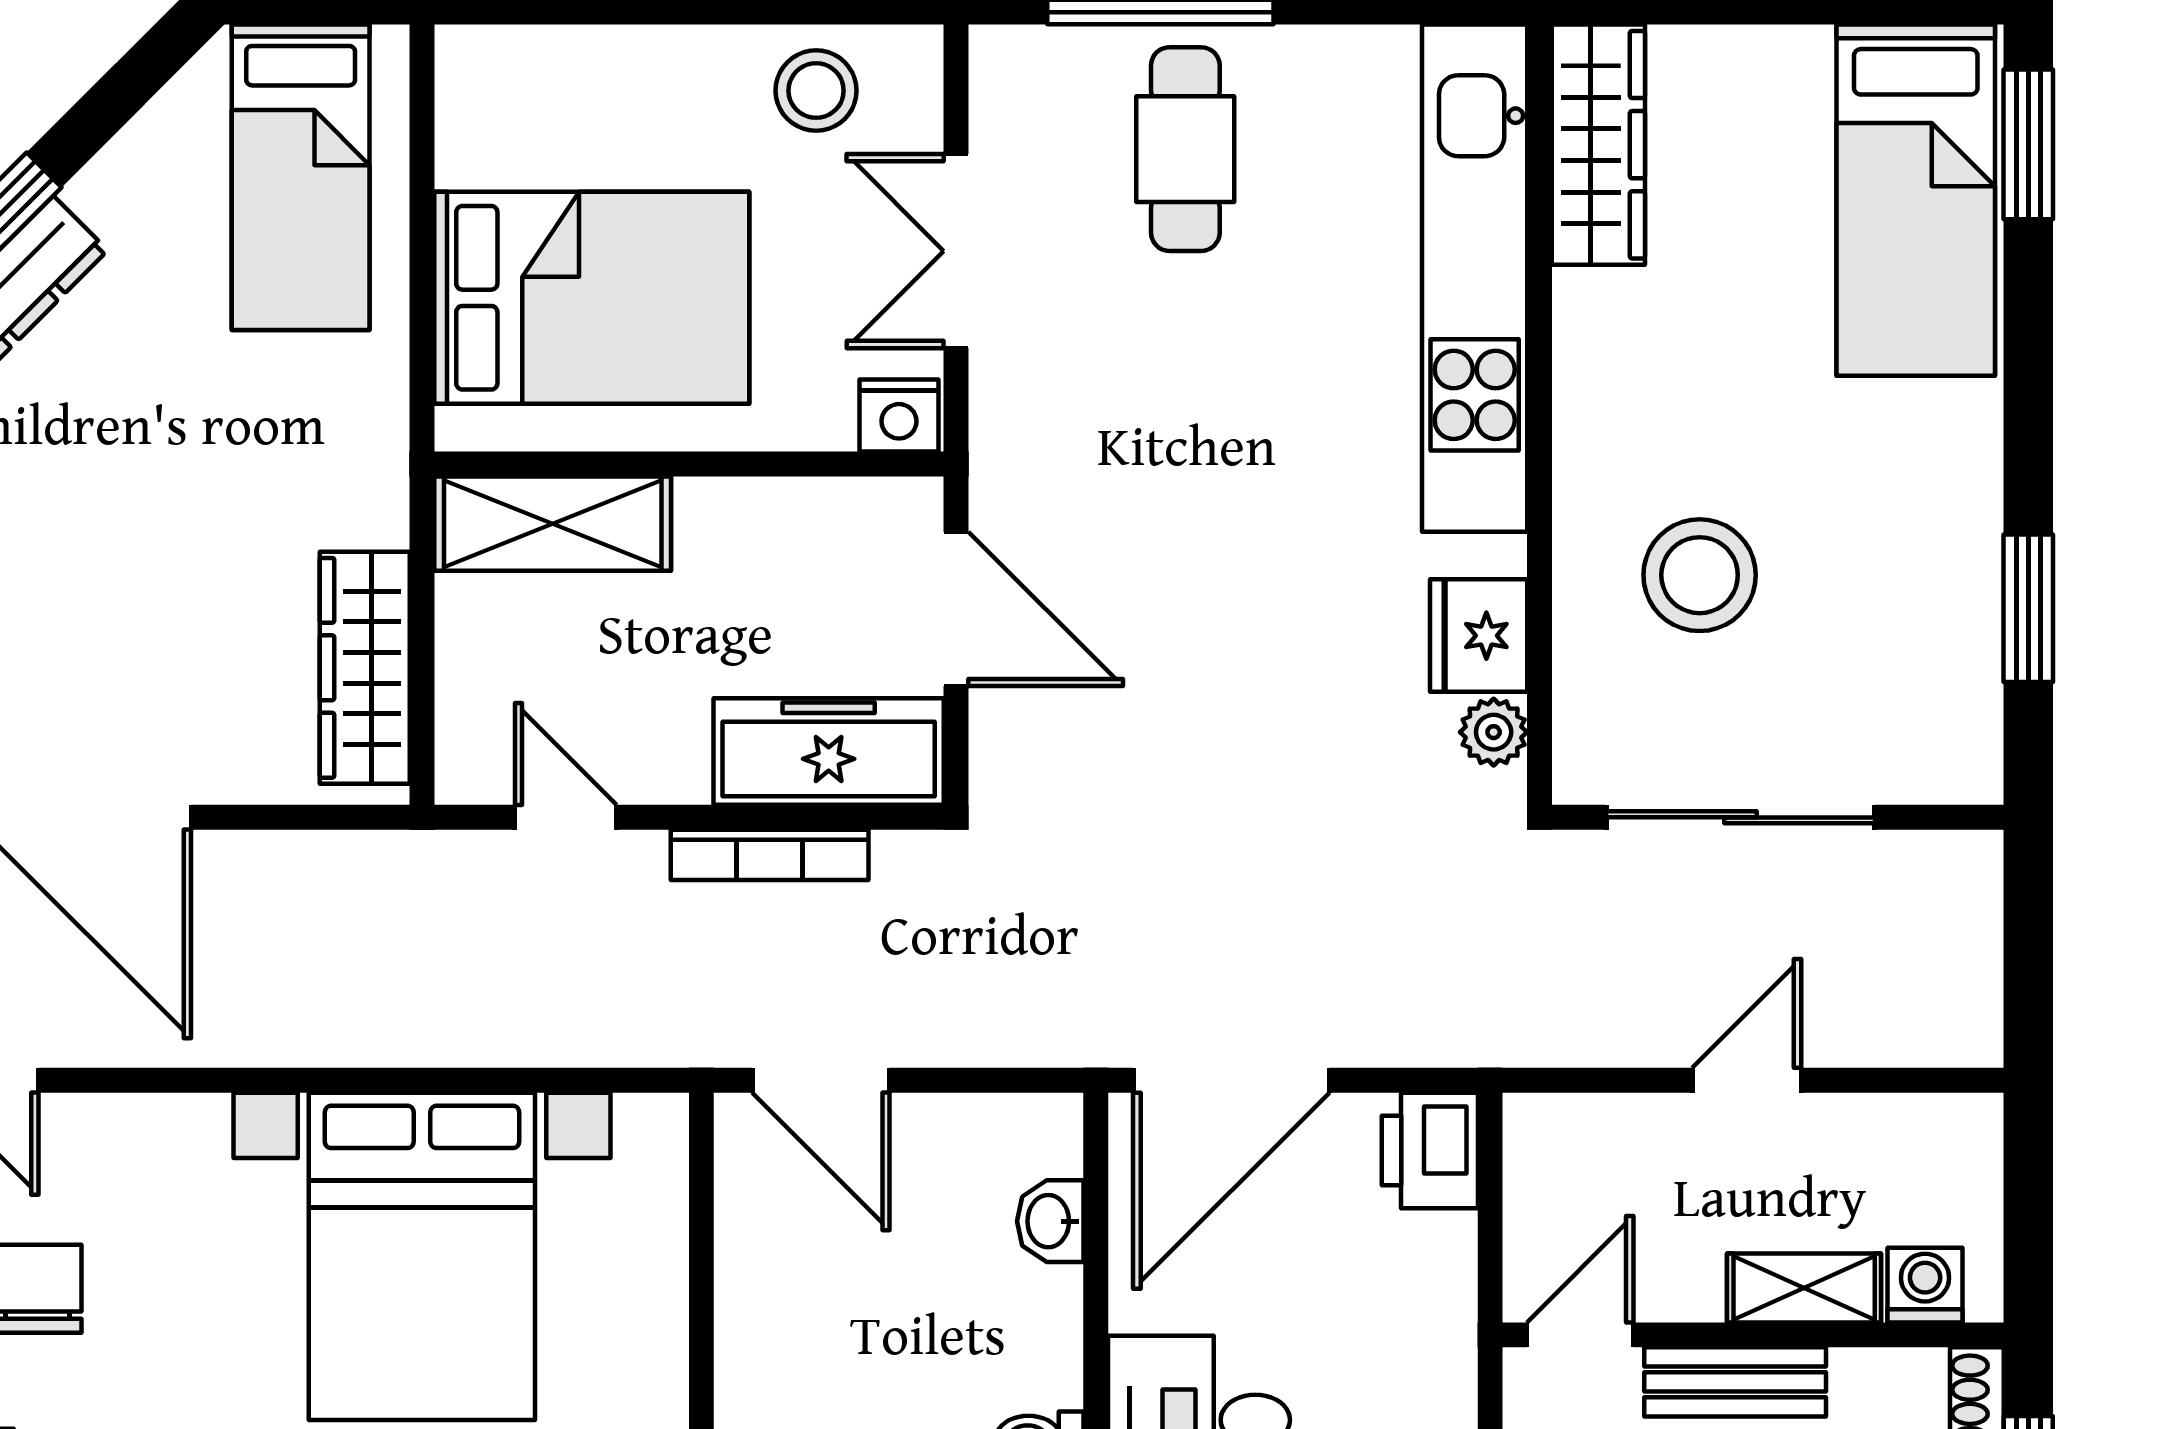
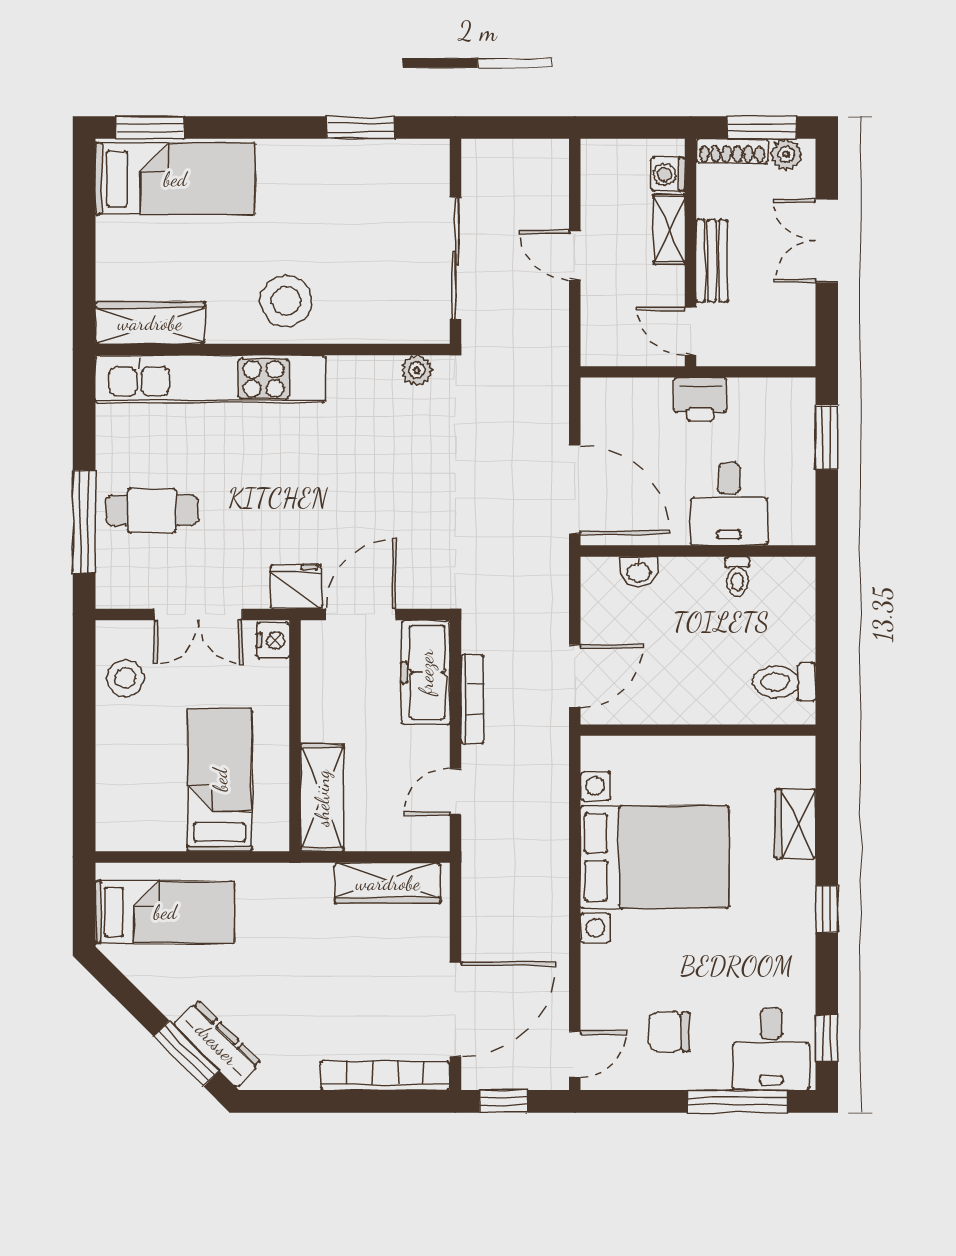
bed: (592, 298) -> (220, 780), width x0.67
stool: (1700, 575) -> (286, 301), moved
fridge: (1479, 636) -> (296, 587), moved, turned 180
printer: (1430, 1150) -> (700, 399), moved

